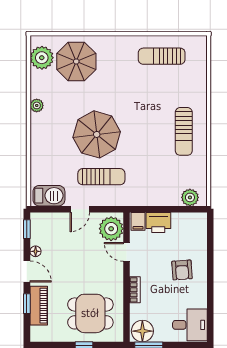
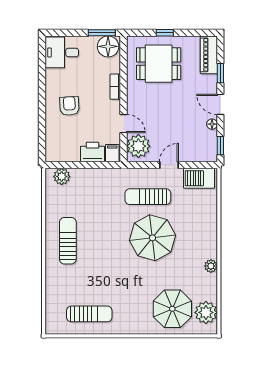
piano: (39, 306) -> (209, 55), moved

